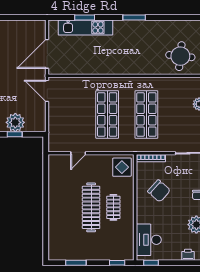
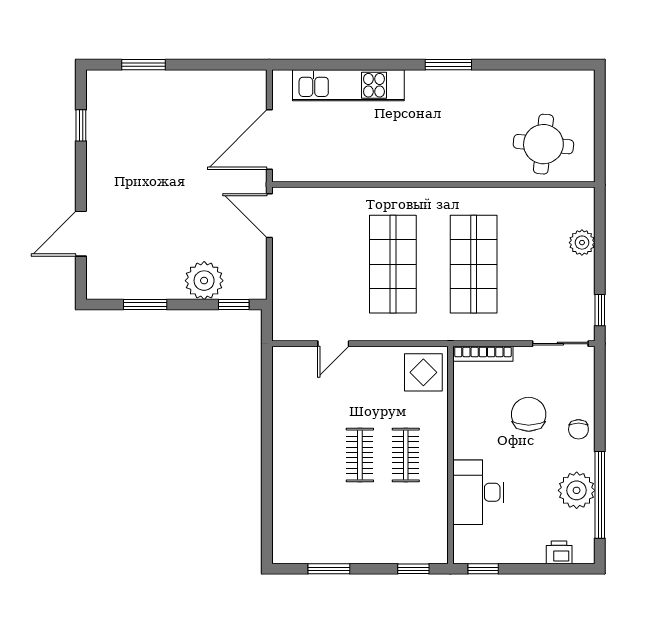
window: (85, 17) -> (347, 65), removed
window: (15, 134) -> (234, 304), moved
chair: (159, 191) -> (529, 414), moved, turned -132
clothes rail: (91, 207) -> (360, 455), width x0.54, depth x0.76
desk: (149, 240) -> (478, 492), moved

